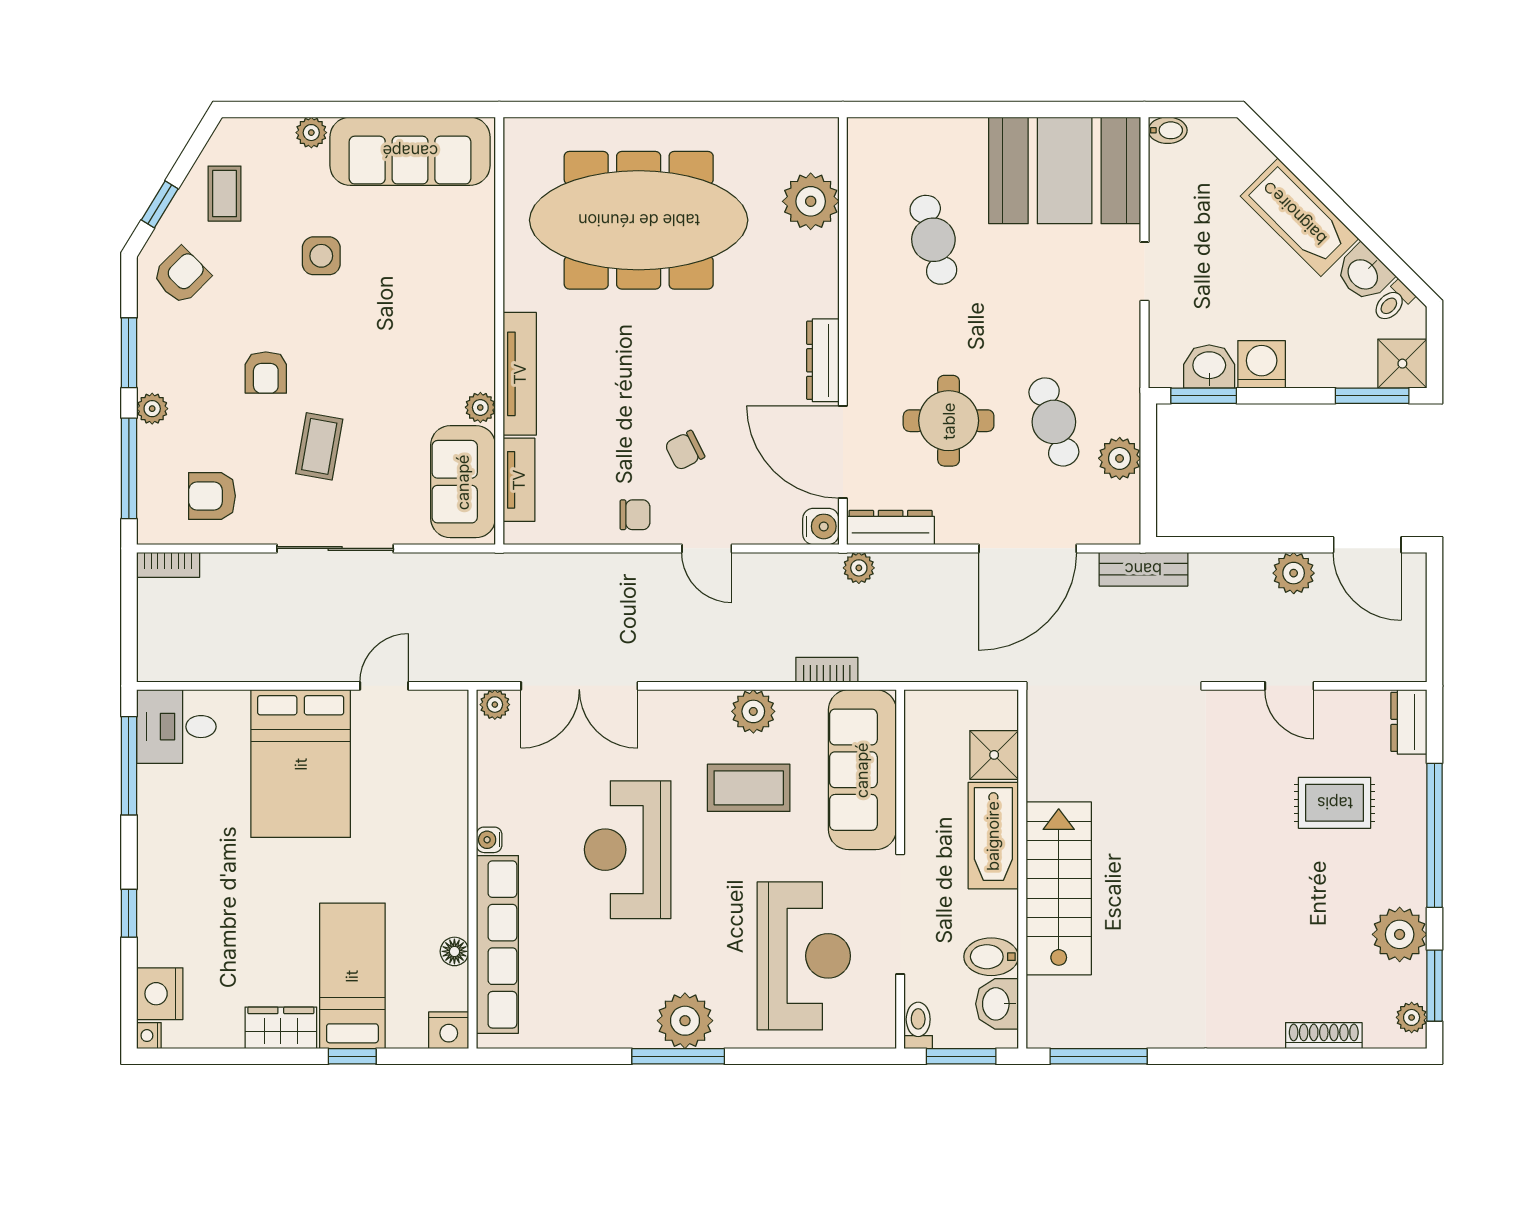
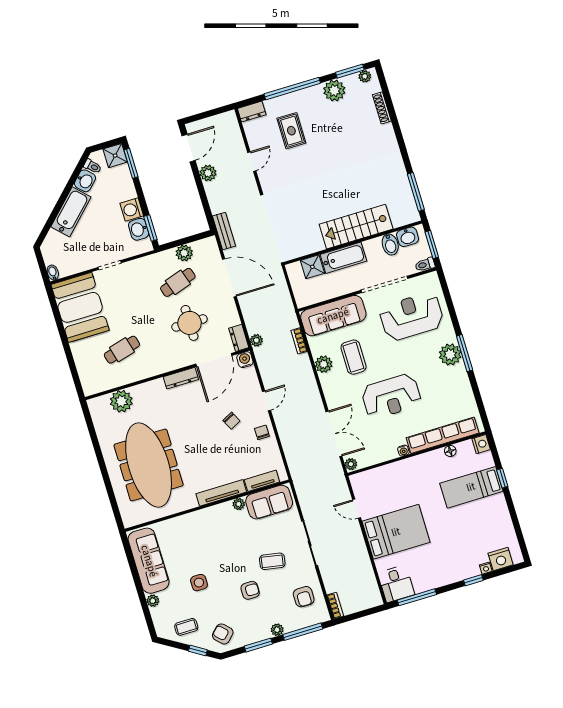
dresser: (891, 527) -> (239, 338), width x0.70
wardrobe: (281, 1028) -> (500, 509), removed
nightstand: (149, 1036) -> (486, 568), moved

